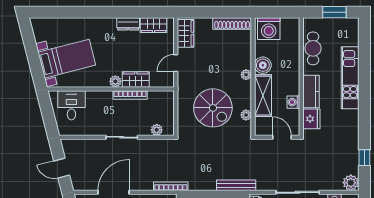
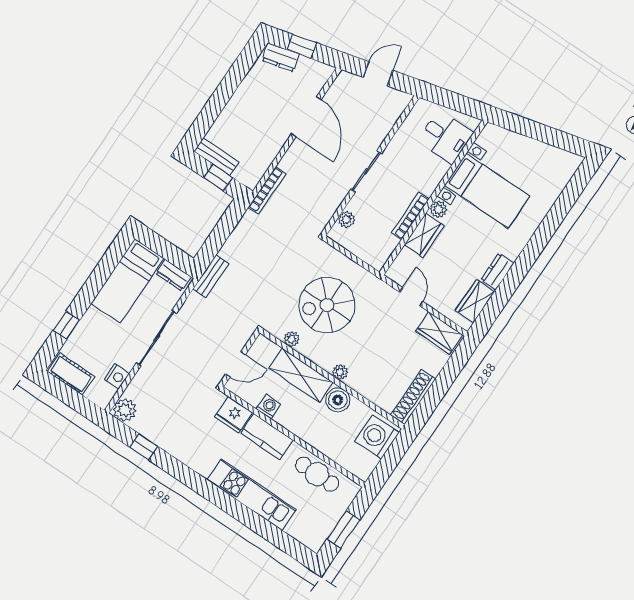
bed with nightstands: (67, 59) -> (487, 191), moved, turned -76
bench: (236, 185) -> (211, 276), width x0.73

